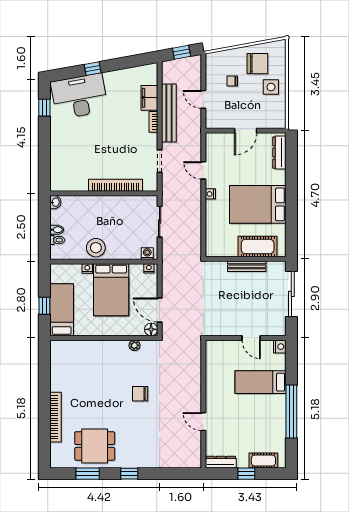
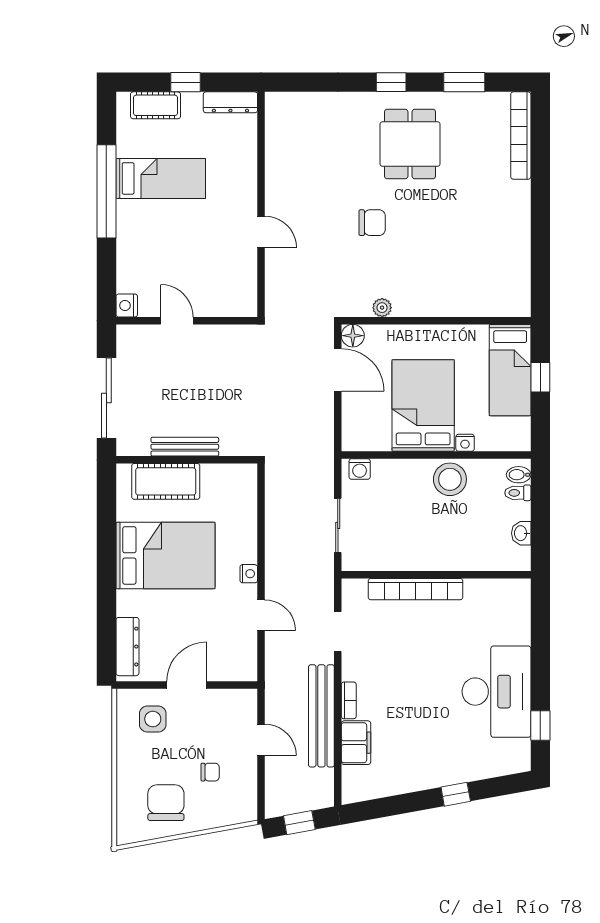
chair: (257, 64) -> (166, 803), turned 90
side table: (271, 87) -> (153, 719), moved
desk: (79, 96) -> (496, 692), moved, turned -80
washbasin: (55, 202) -> (521, 533), moved
bidet: (57, 230) -> (519, 475), moved
nightstand: (149, 268) -> (357, 443), removed
bed: (260, 382) -> (161, 178), moved
bookcase: (56, 417) -> (521, 136), moved
door: (203, 422) -> (261, 232), moved
dining table: (95, 446) -> (410, 144), moved, turned 90

